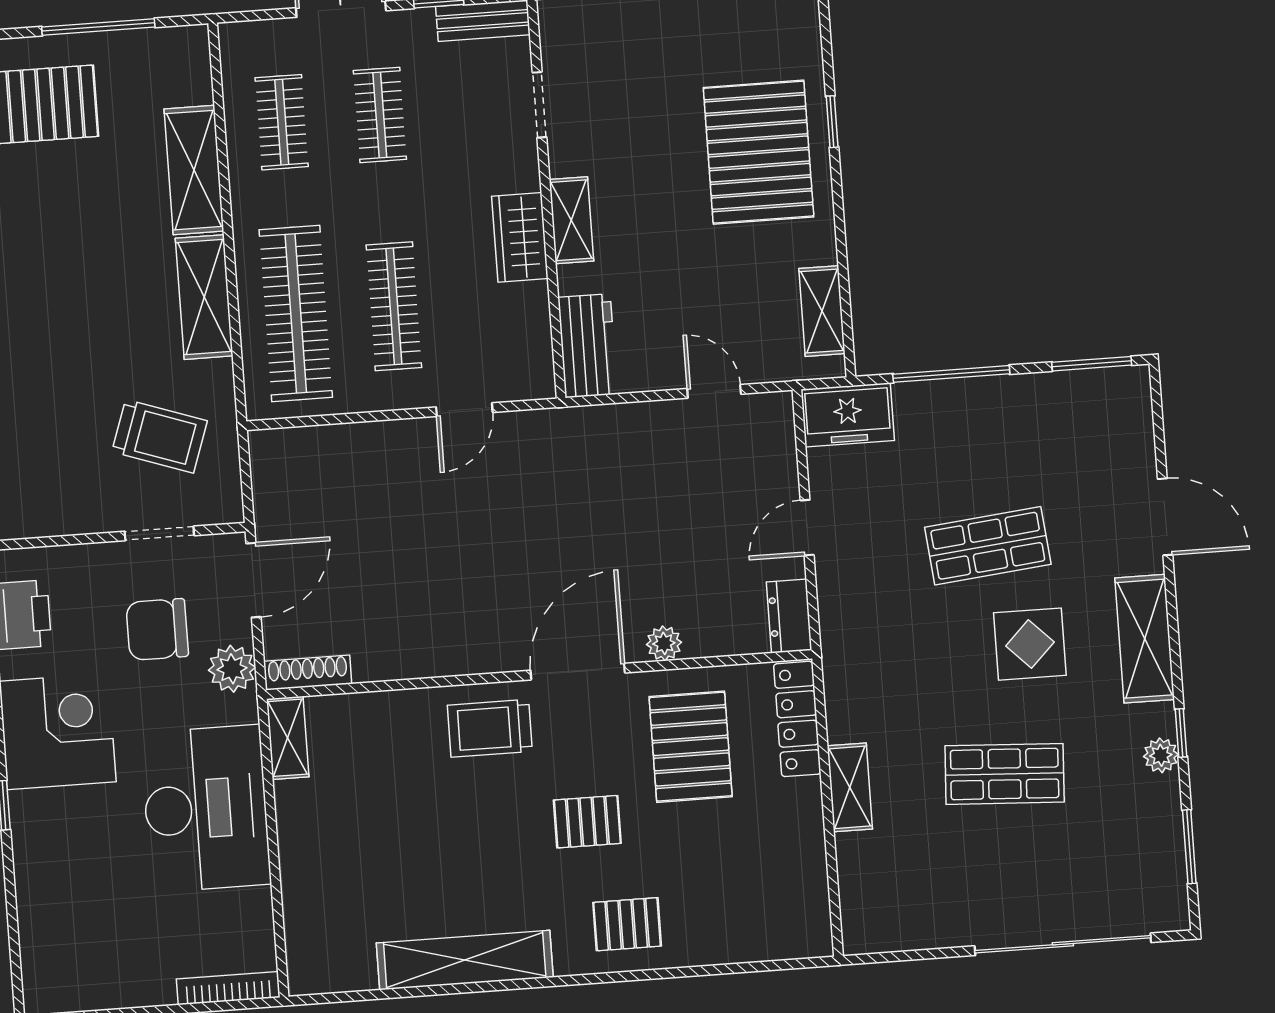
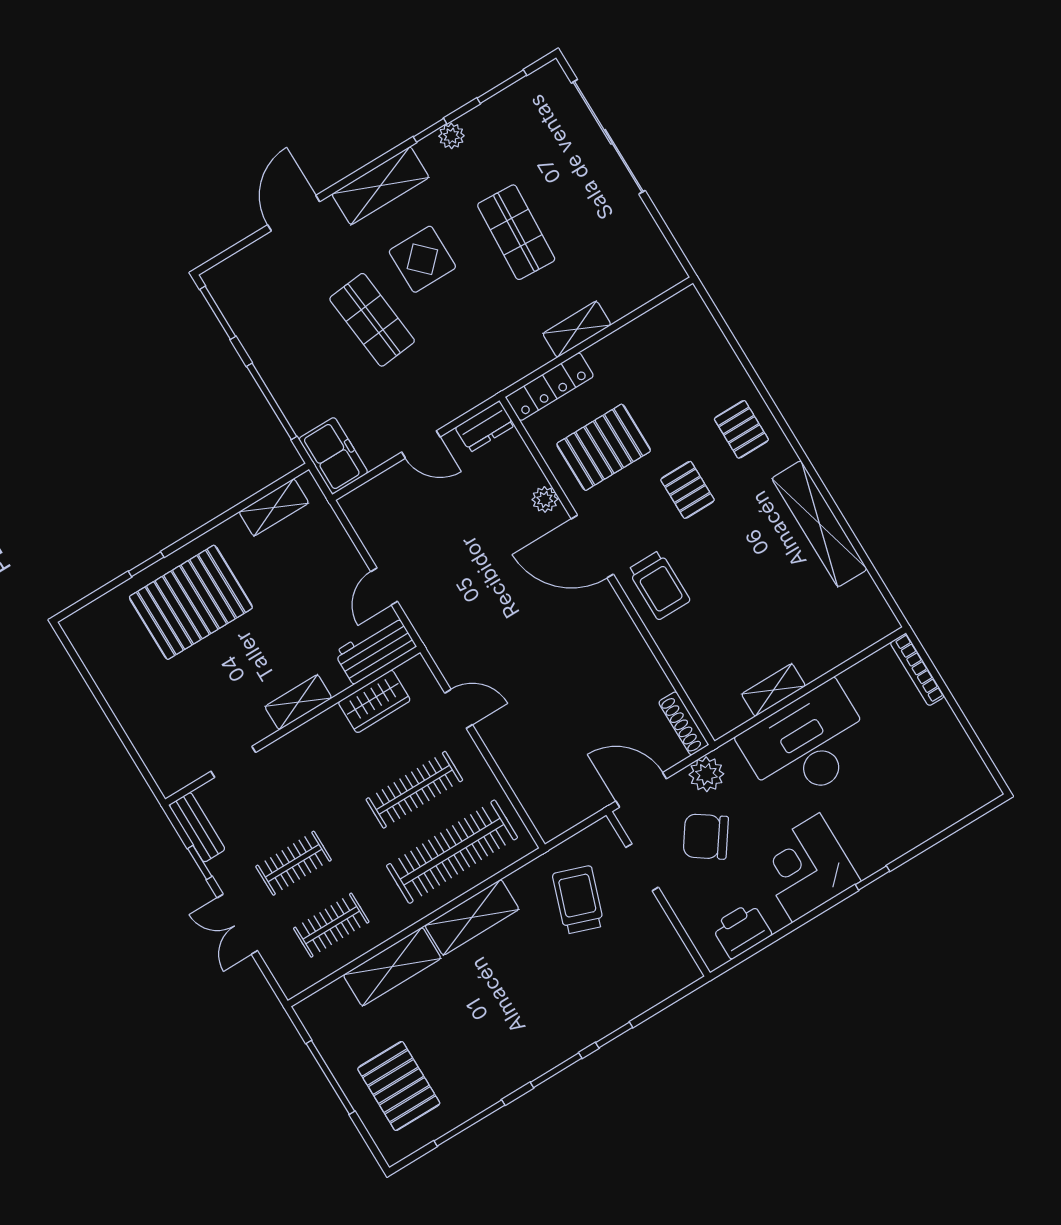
wardrobe: (520, 237) -> (374, 701), moved
door: (714, 391) -> (384, 586), moved
chair: (157, 629) -> (706, 837), turned 125
shelving: (288, 738) -> (773, 690), moved

